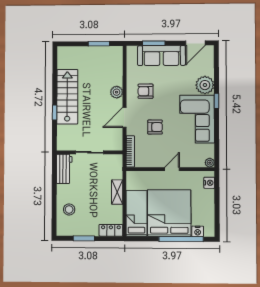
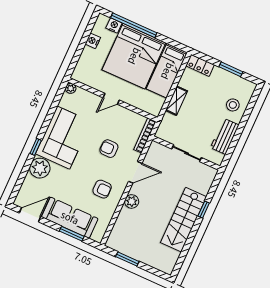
workbench: (64, 169) -> (225, 136), moved
nightstand: (209, 183) -> (93, 41), moved

